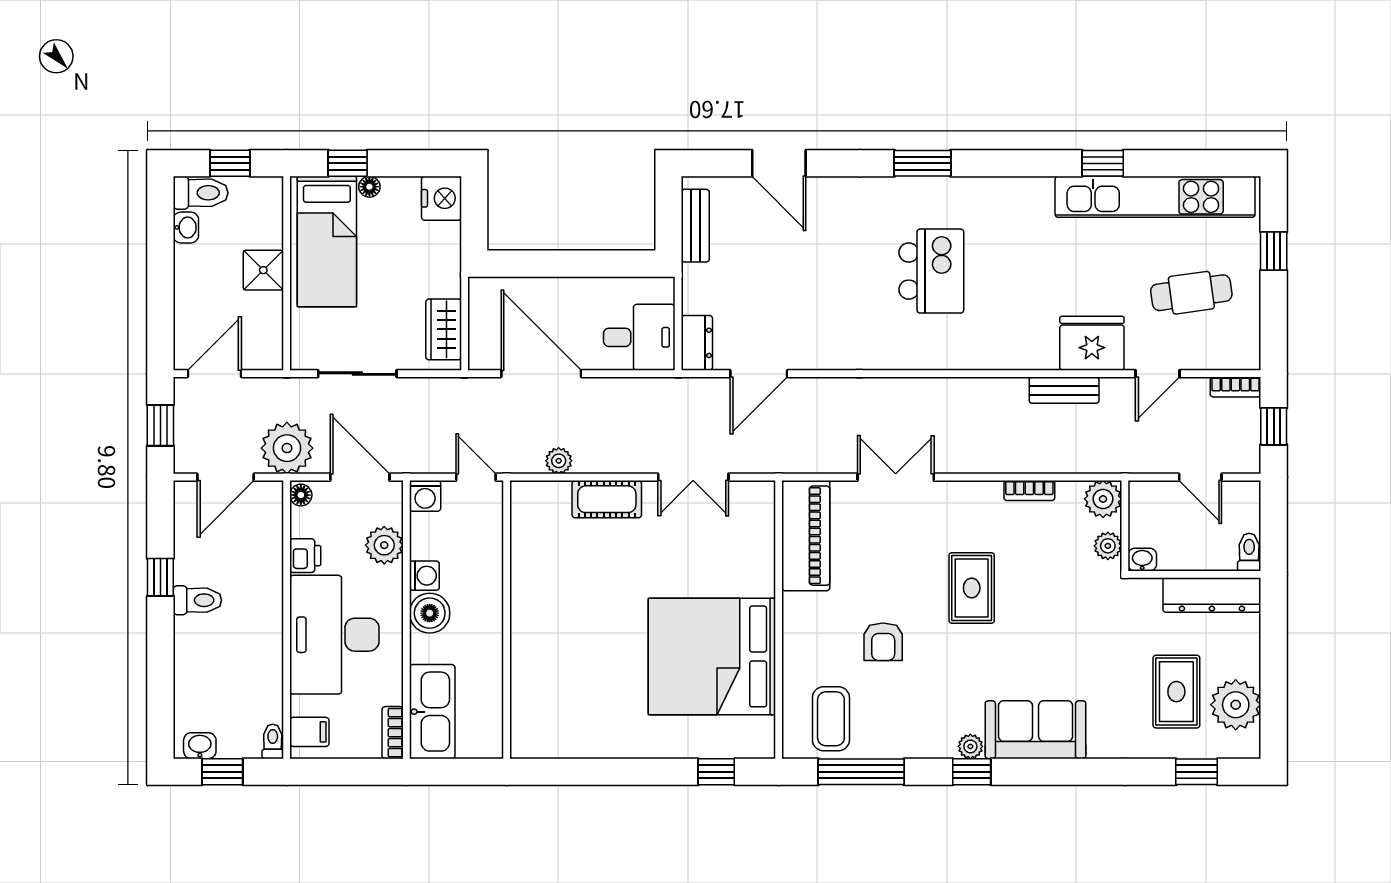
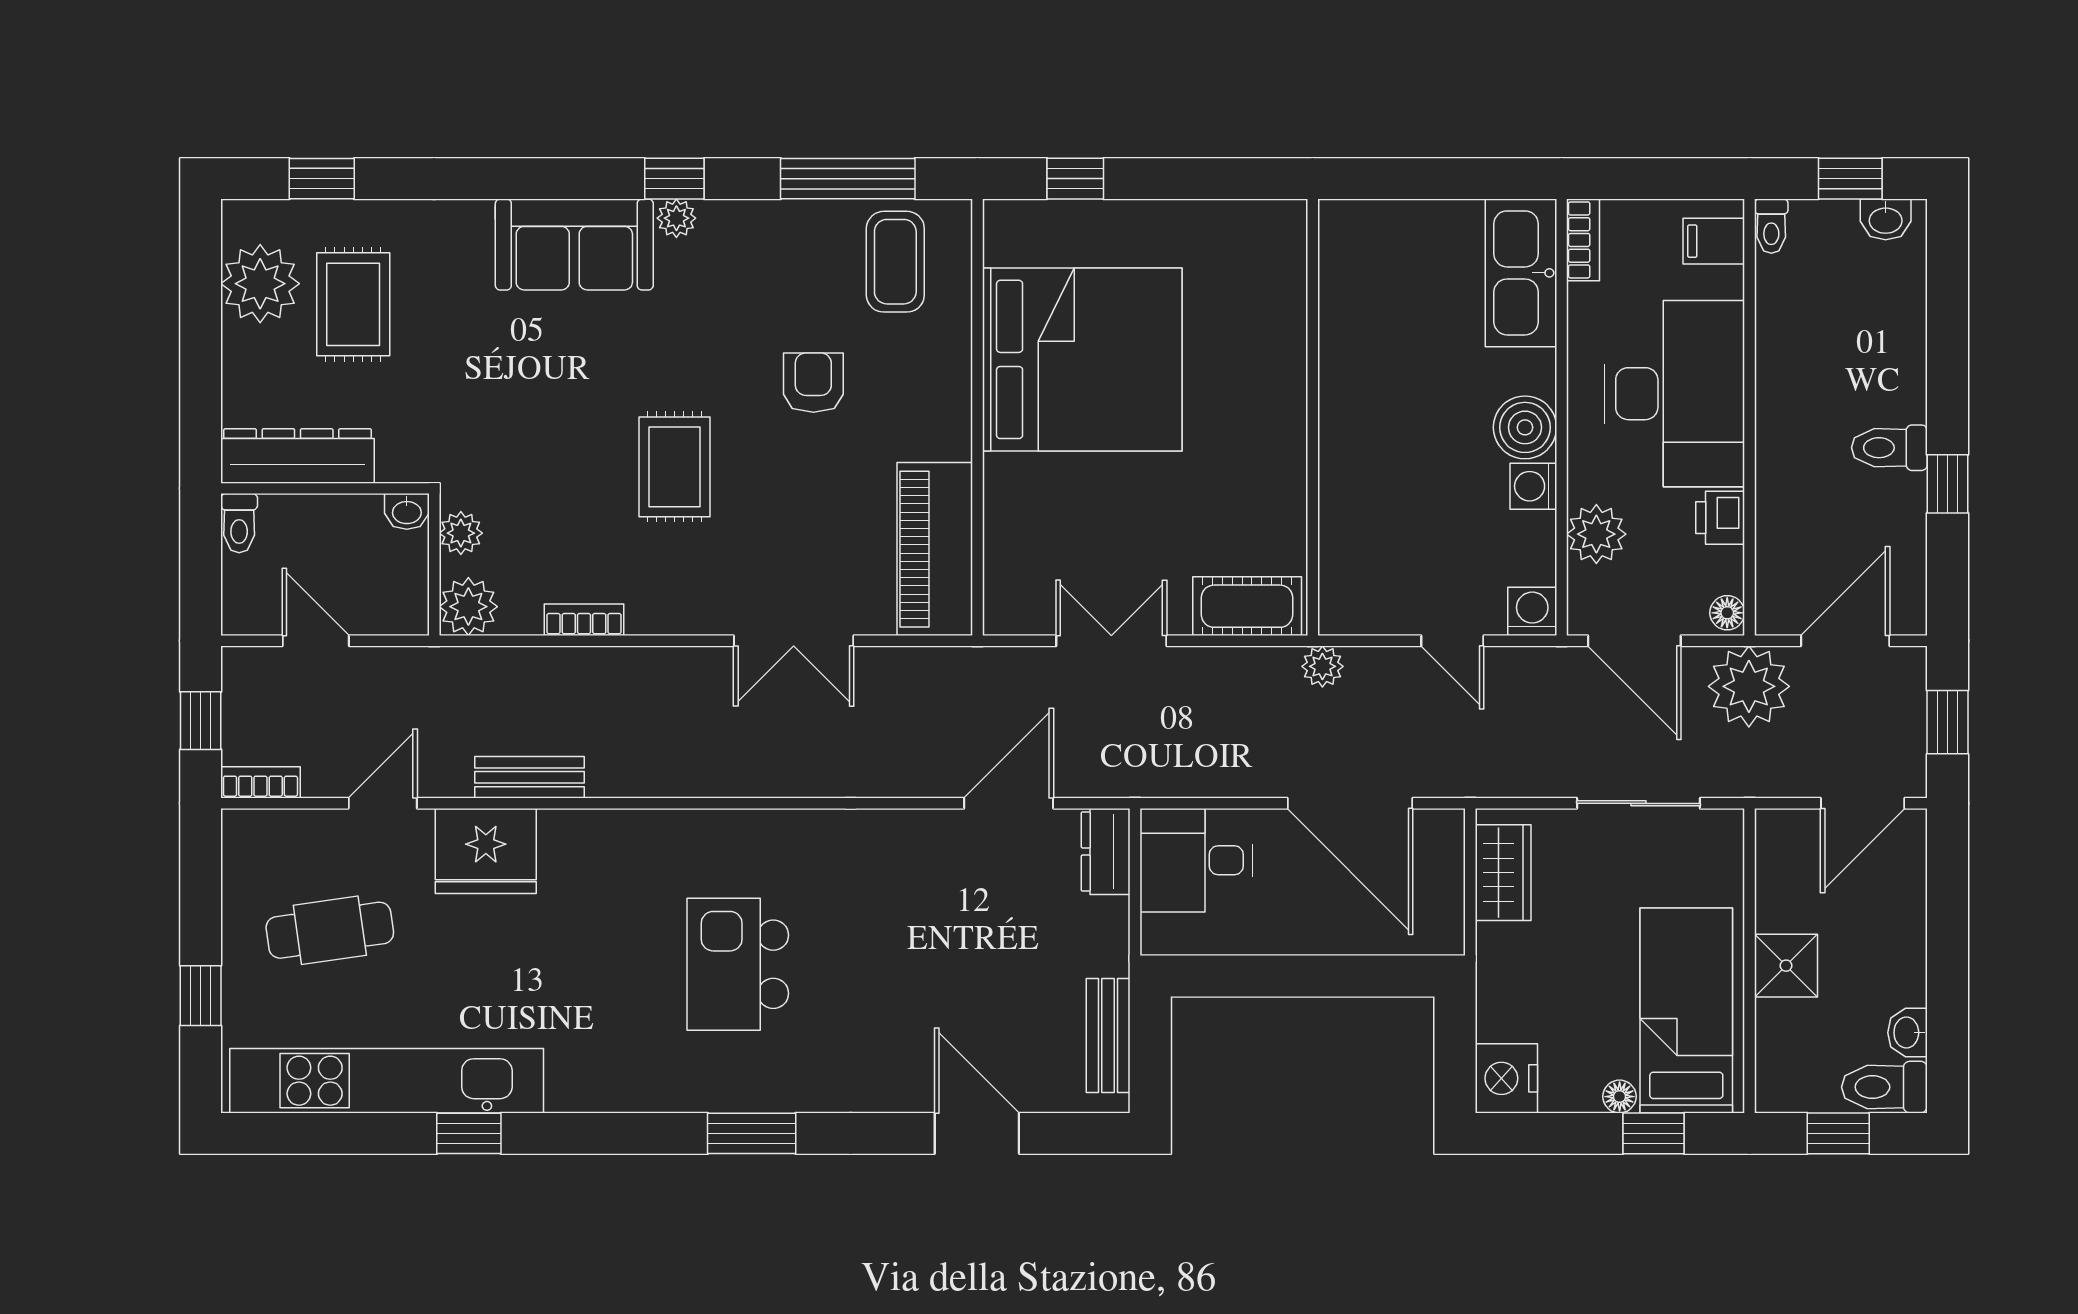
wall: (507, 620) -> (1313, 417), moved

